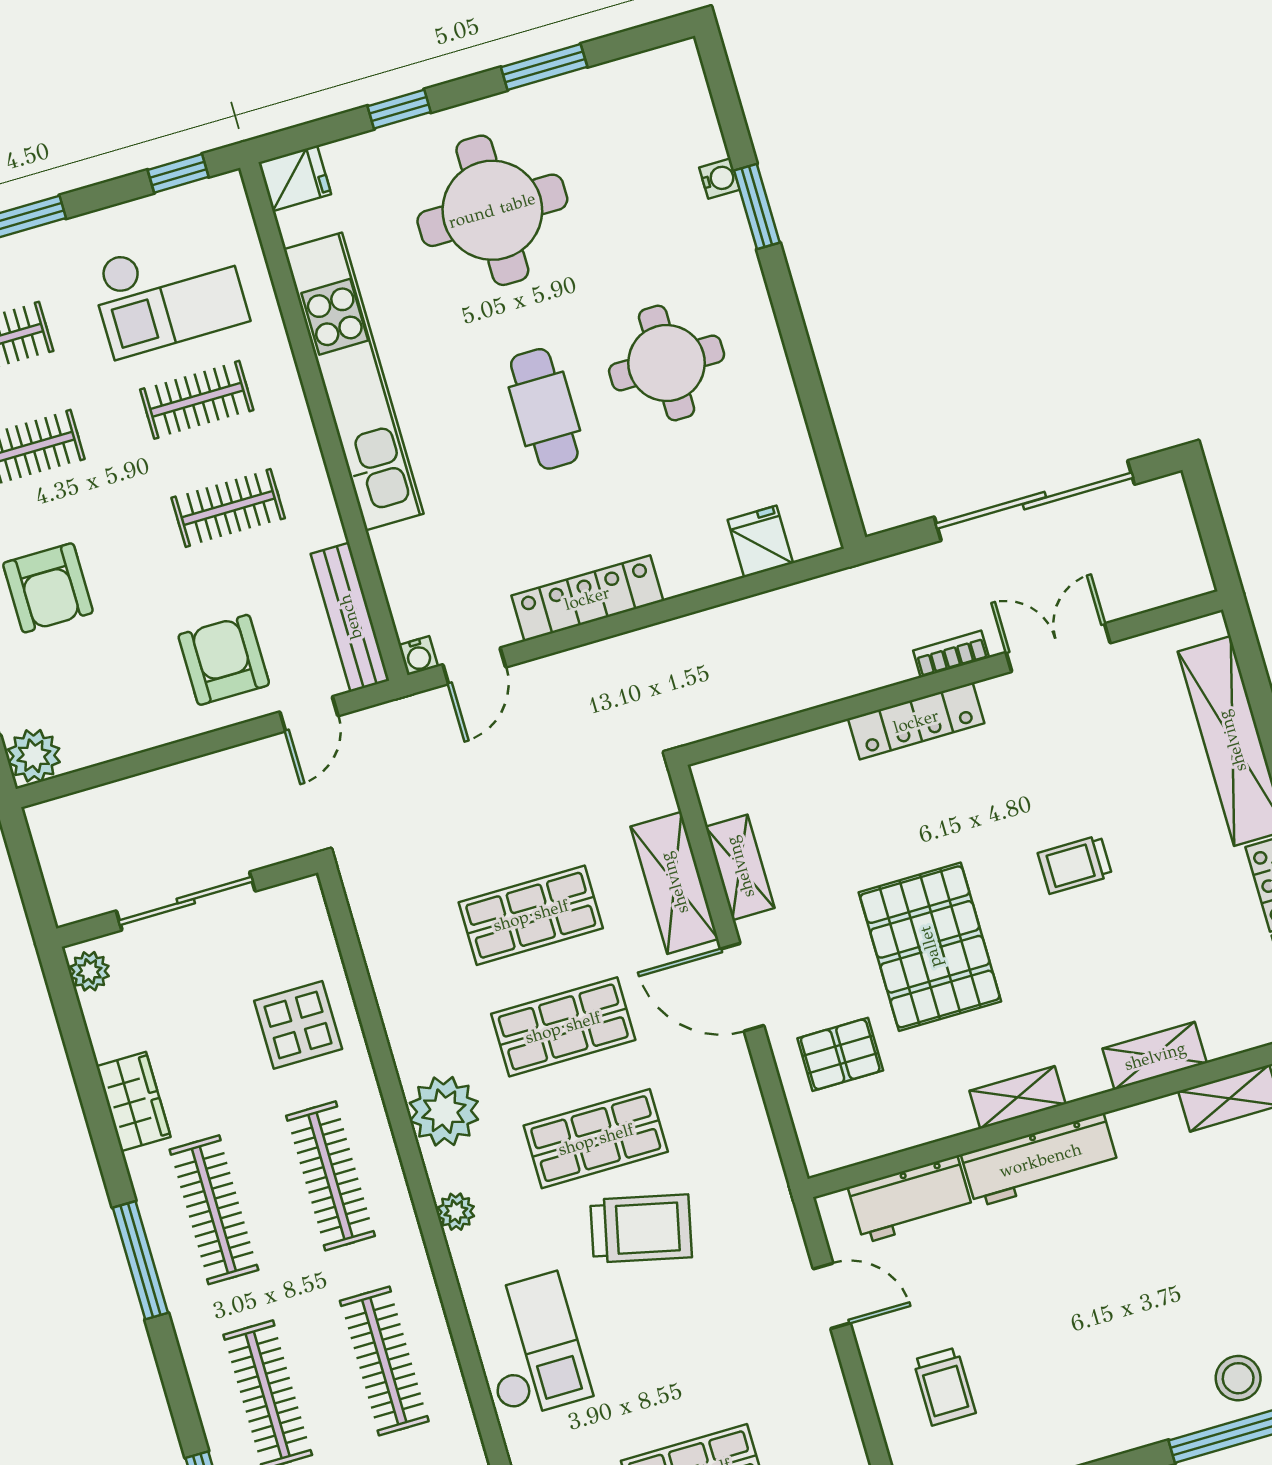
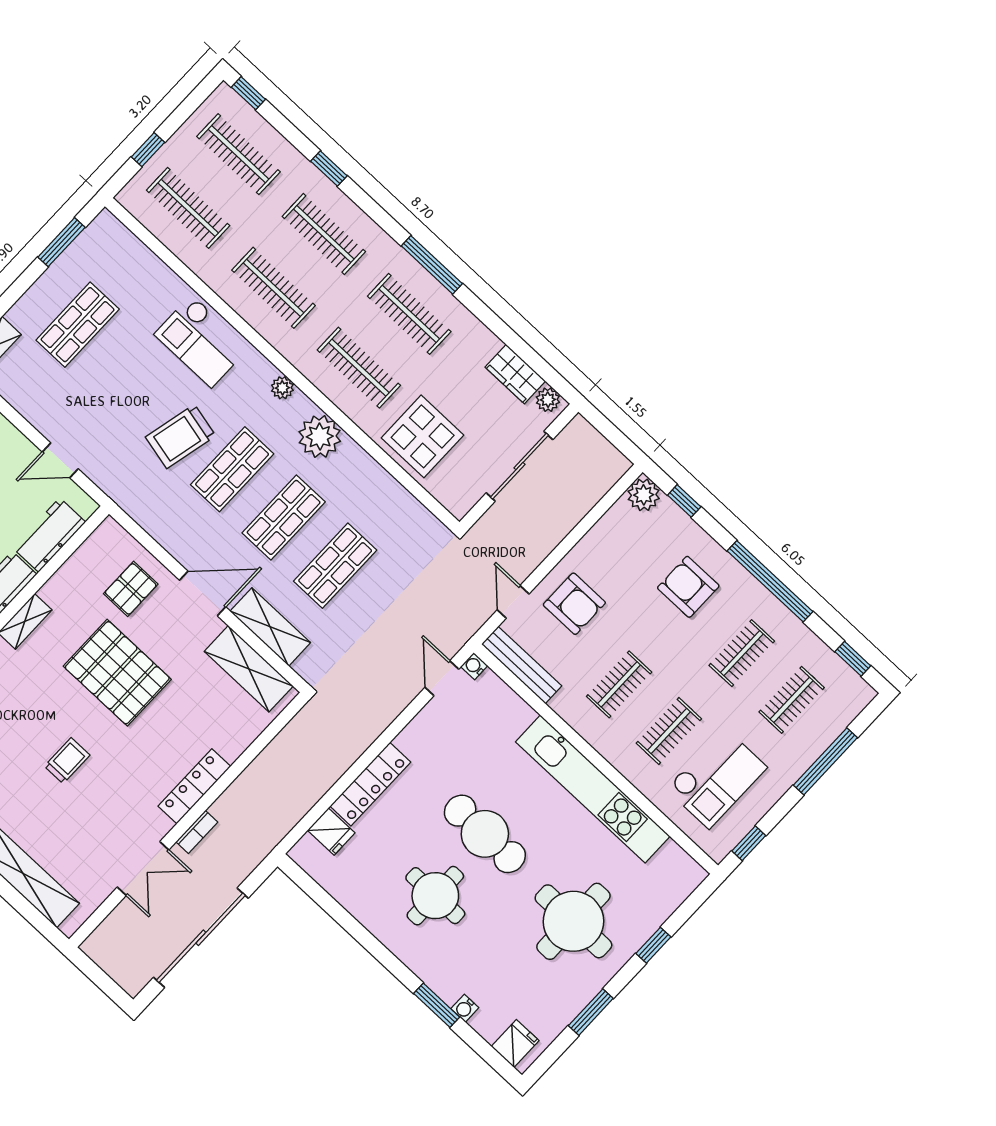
fridge: (295, 178) -> (515, 1044), moved, turned 180
checkout: (169, 293) -> (716, 778), turned 180
cafe table: (544, 409) -> (485, 834), width x1.37, depth x1.35
locker: (587, 598) -> (370, 784), moved
shelving: (740, 867) -> (249, 669), width x1.50, depth x1.33
display table: (298, 1025) -> (423, 436), width x1.36, depth x1.36
wardrobe: (133, 1102) -> (515, 374), moved

